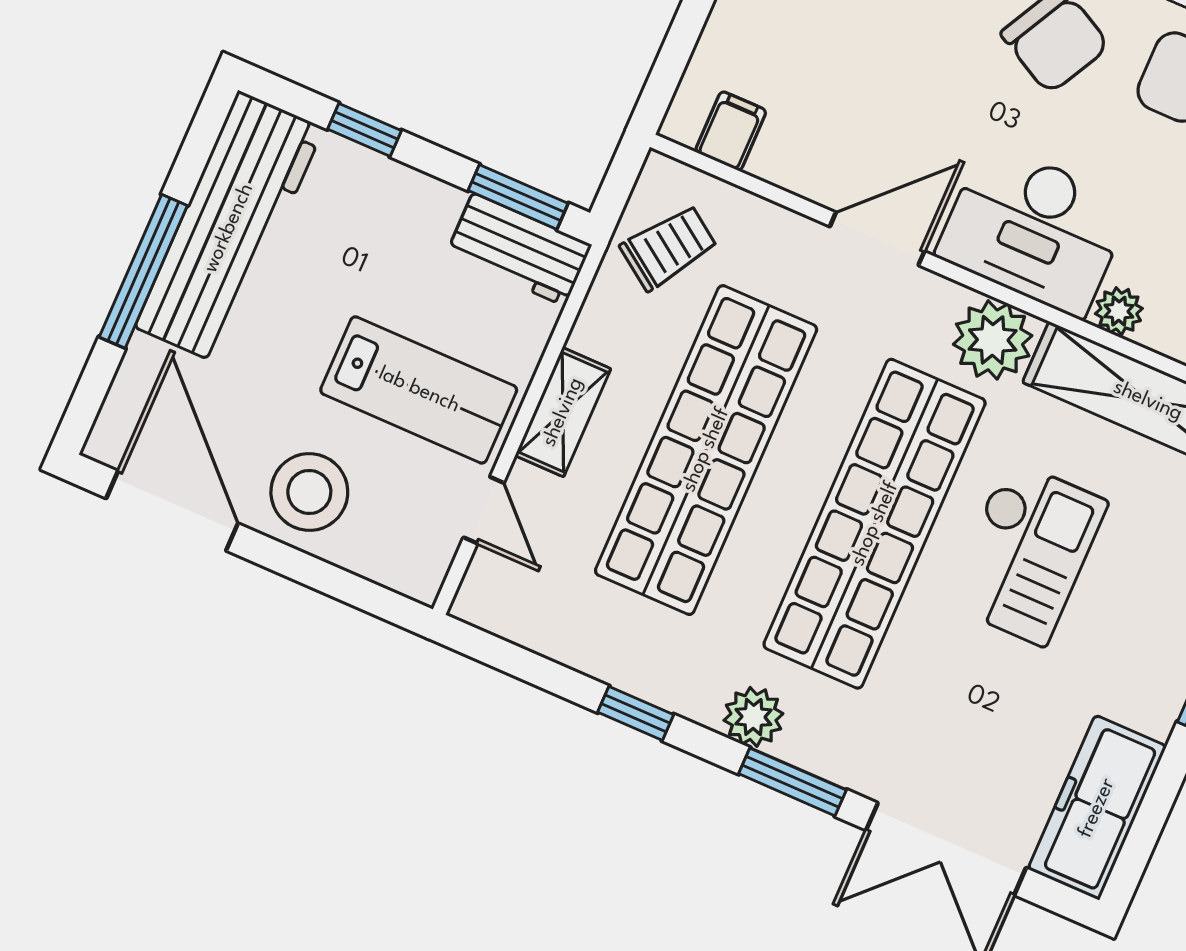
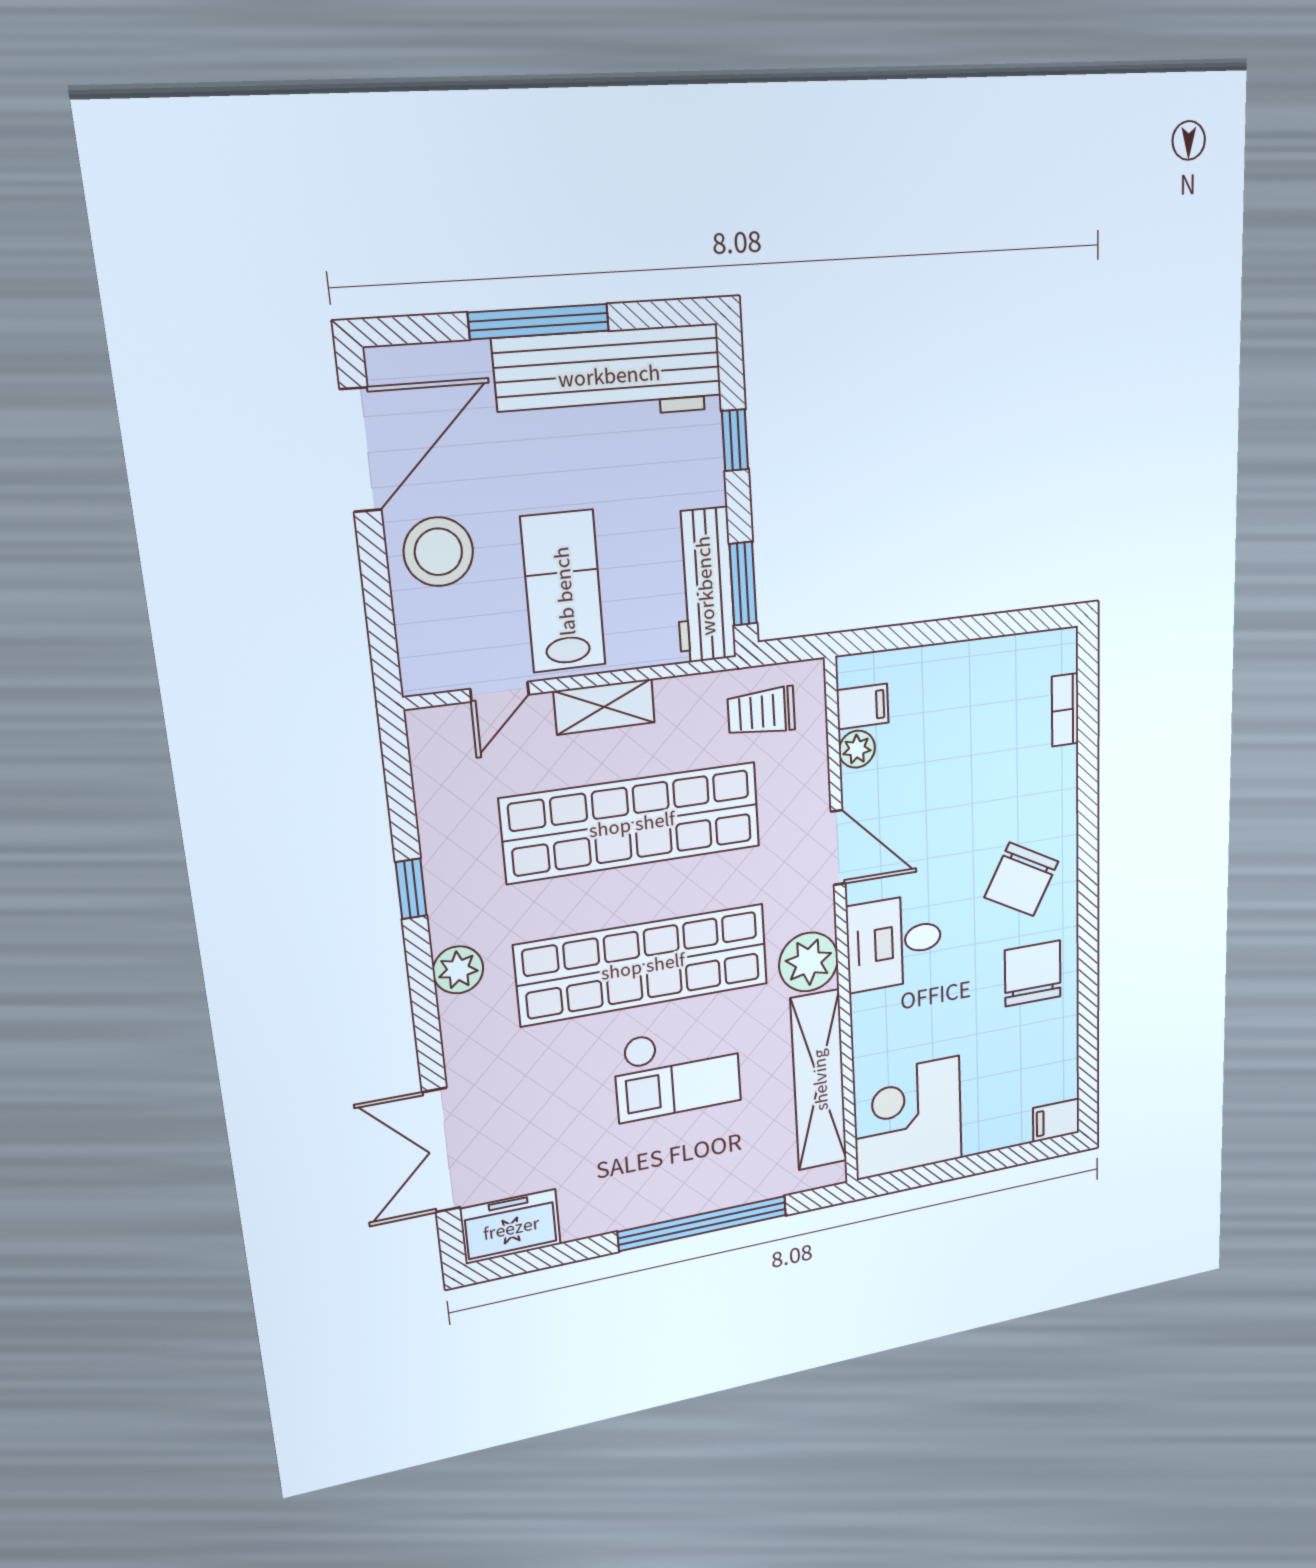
desk: (1034, 229) -> (894, 942), width x0.73
trolley: (669, 247) -> (761, 712), turned 145
workbench: (519, 250) -> (704, 586), width x1.38
plant: (1119, 311) -> (857, 749), moved
lab bench: (419, 390) -> (563, 591), turned 180
window: (792, 782) -> (427, 1024), removed
freezer: (1097, 808) -> (511, 1227), width x0.71

